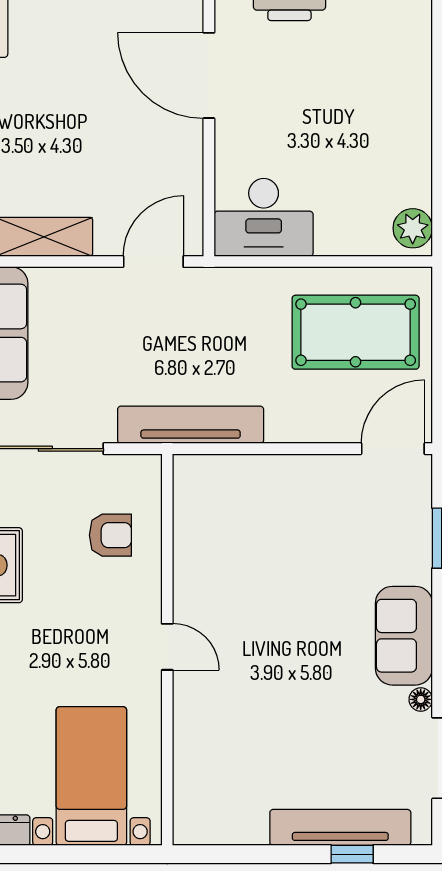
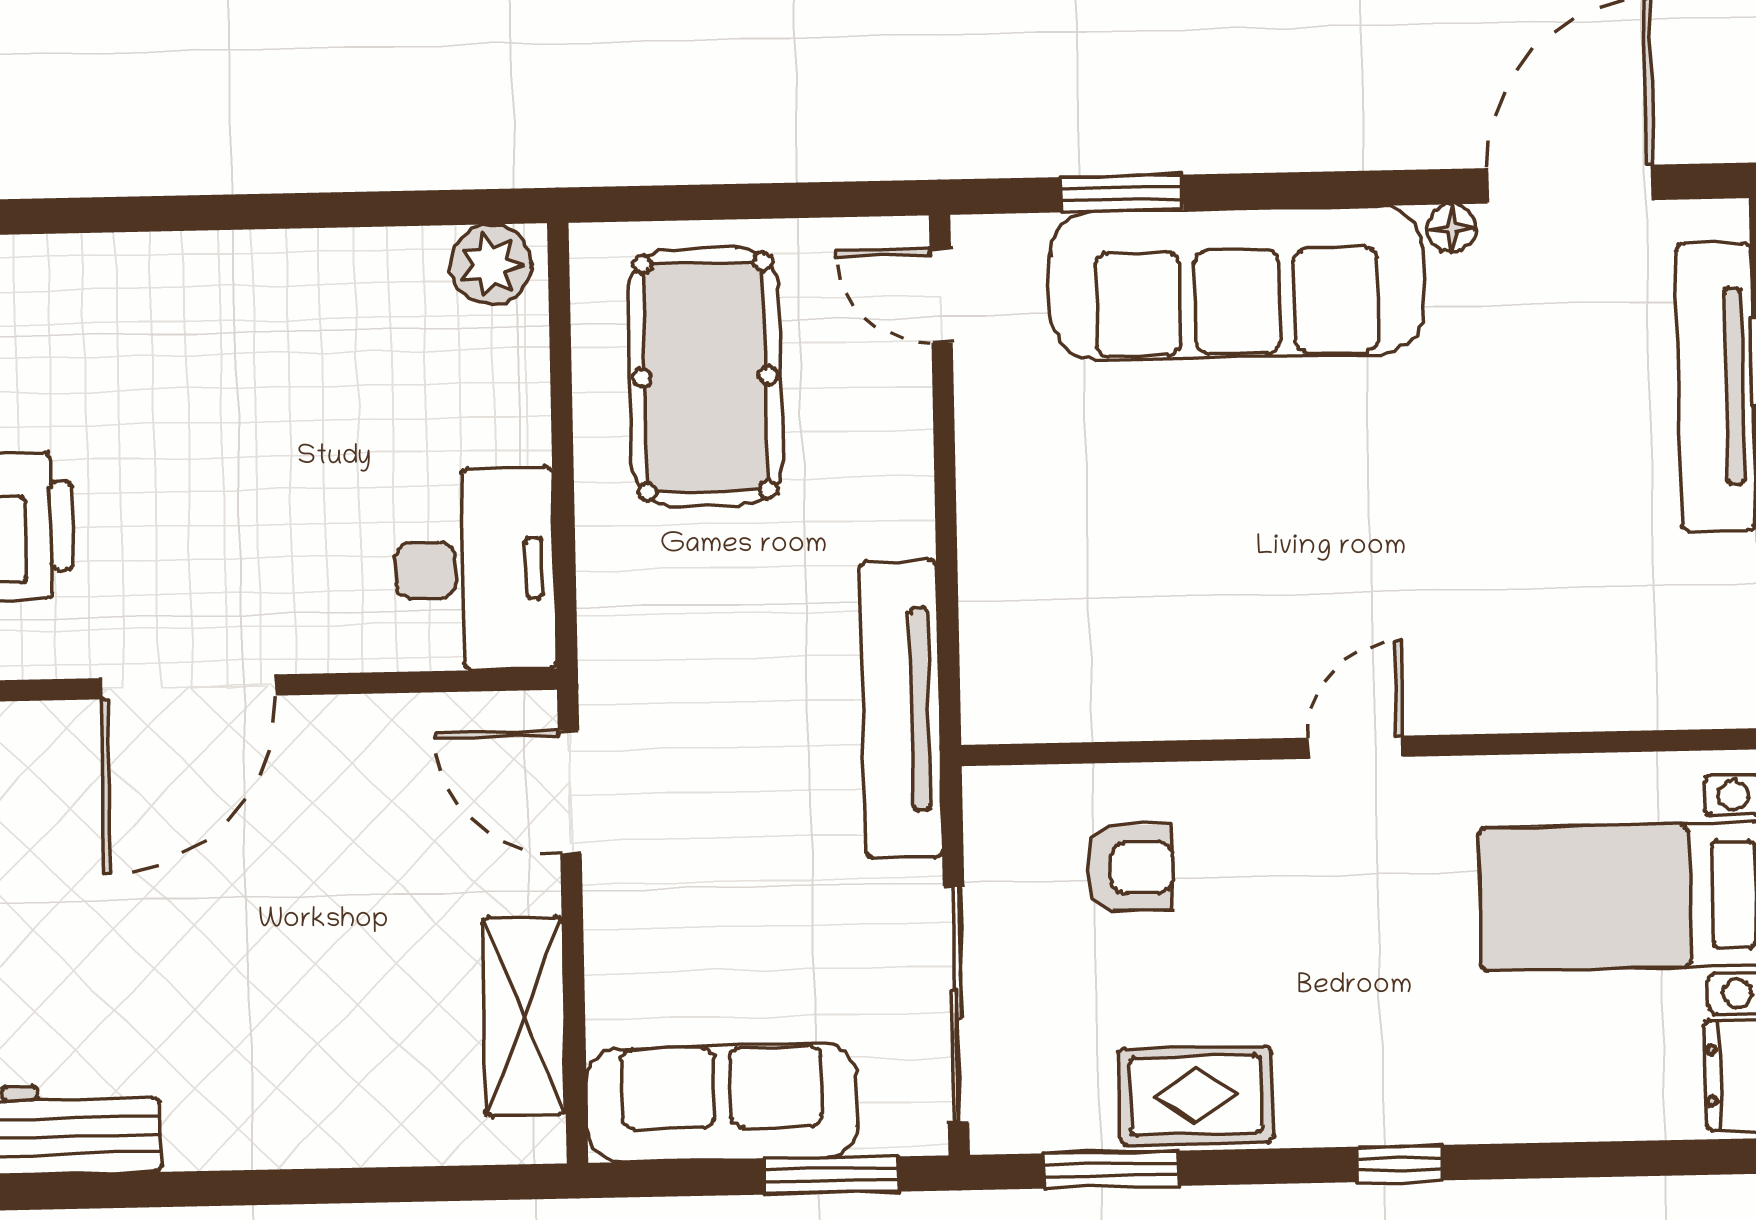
door: (393, 449) -> (941, 296), width x0.73
armchair: (110, 535) -> (1130, 868), turned 90
sofa: (404, 636) -> (1237, 283), width x1.85, depth x1.27

